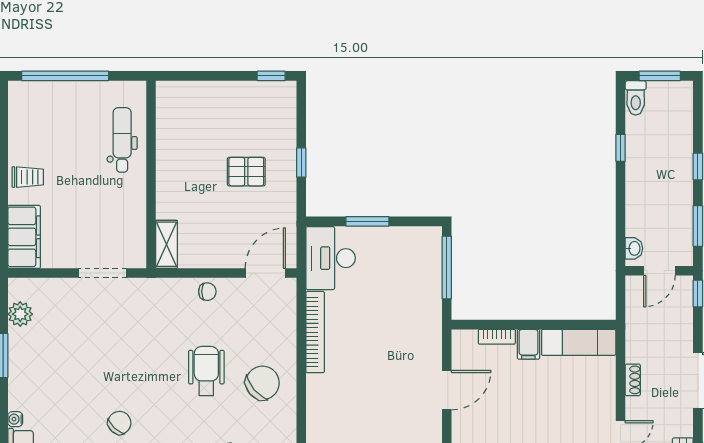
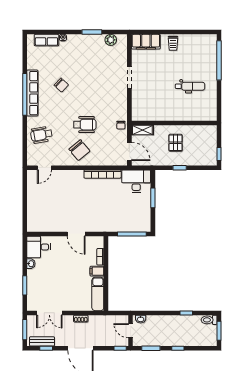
wall: (151, 174) -> (174, 123), moved
shelving: (166, 244) -> (142, 130), moved

